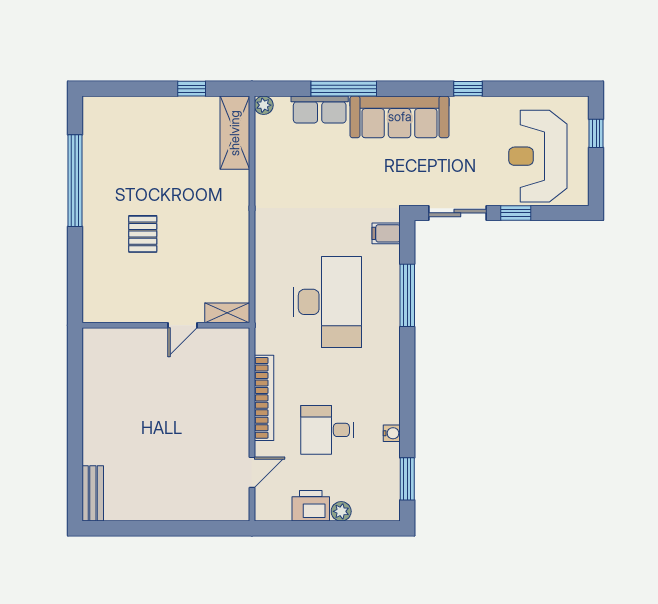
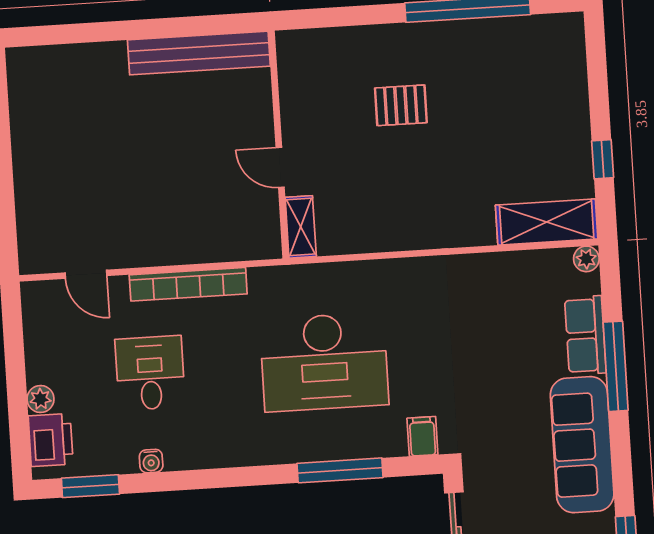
bench: (93, 493) -> (199, 53), moved, width x1.86, depth x1.21
printer: (311, 506) -> (51, 440), moved

